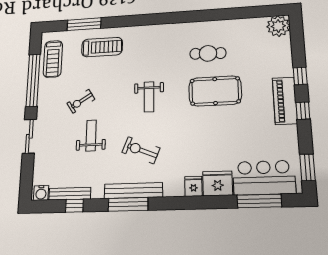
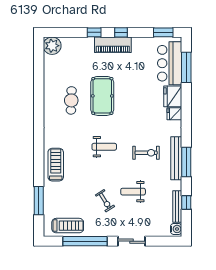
treadmill: (102, 47) -> (56, 165), moved
exercise bike: (141, 150) -> (146, 153), turned -112

